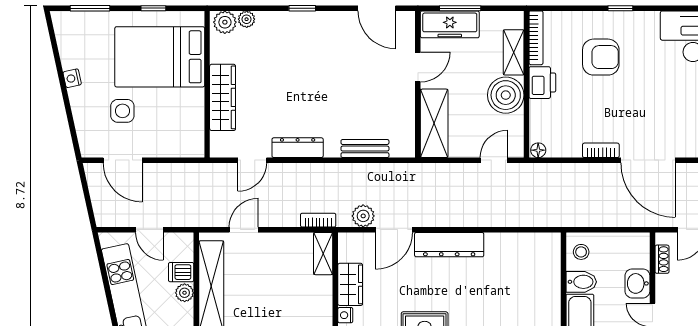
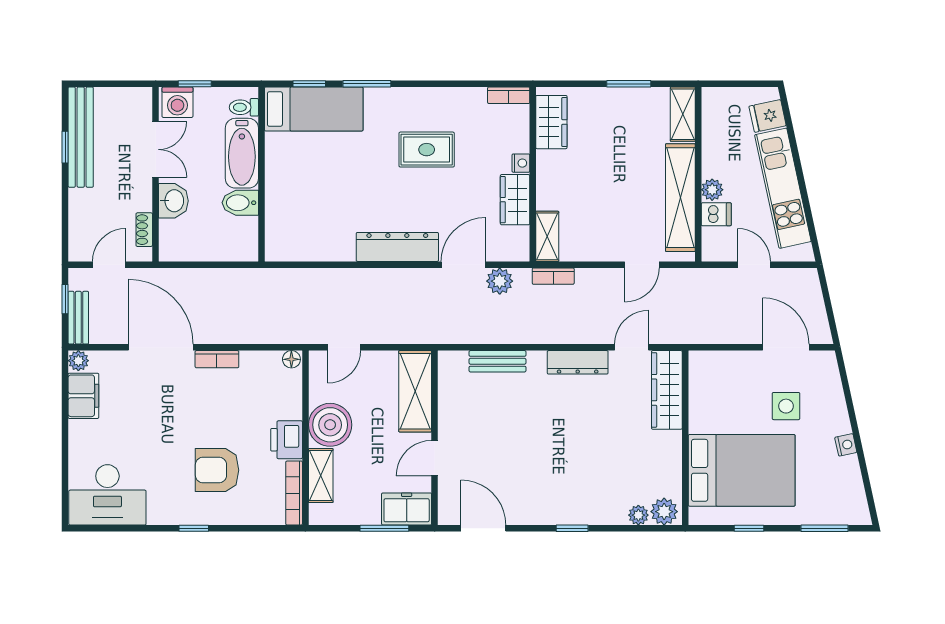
freezer: (450, 24) -> (407, 509), width x0.71
wardrobe: (223, 97) -> (667, 390), moved
stool: (581, 252) -> (240, 238), removed

